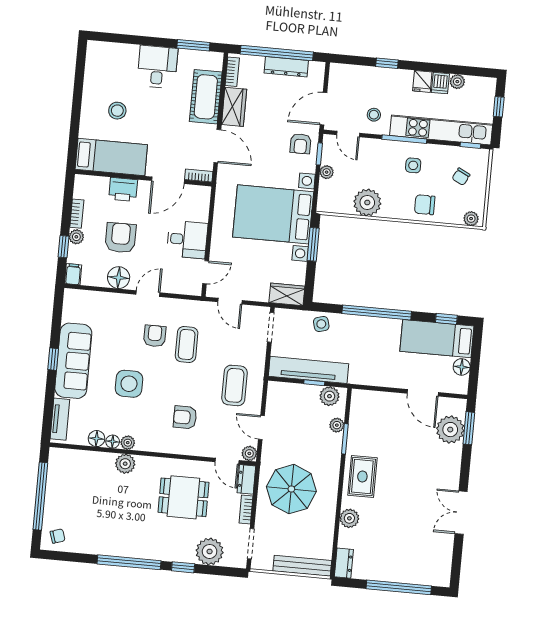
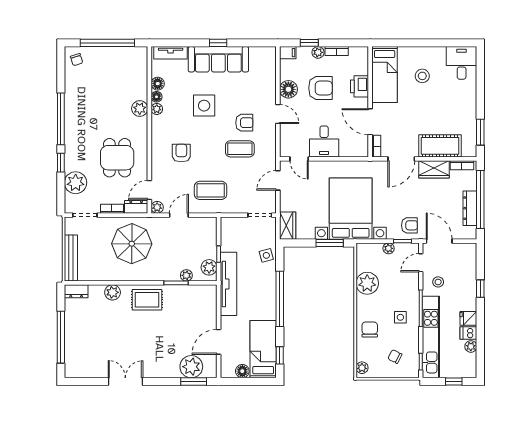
desk: (157, 67) -> (462, 63), moved, turned -90
armchair: (301, 144) -> (409, 225), turned 180
tv unit: (309, 370) -> (229, 284), moved

